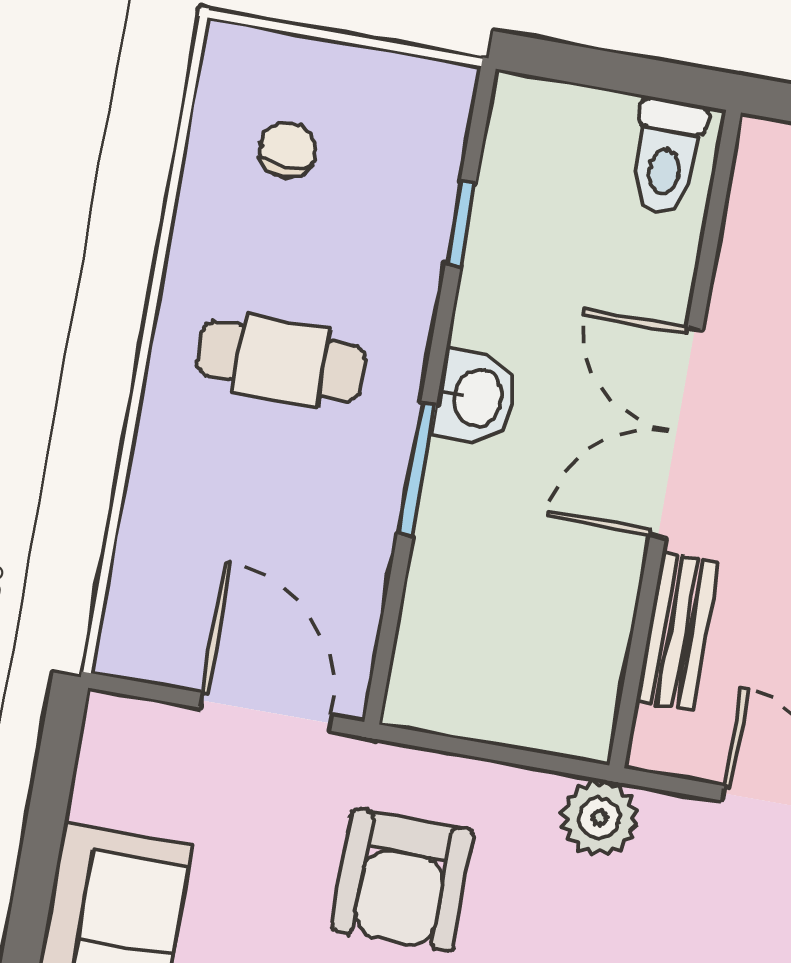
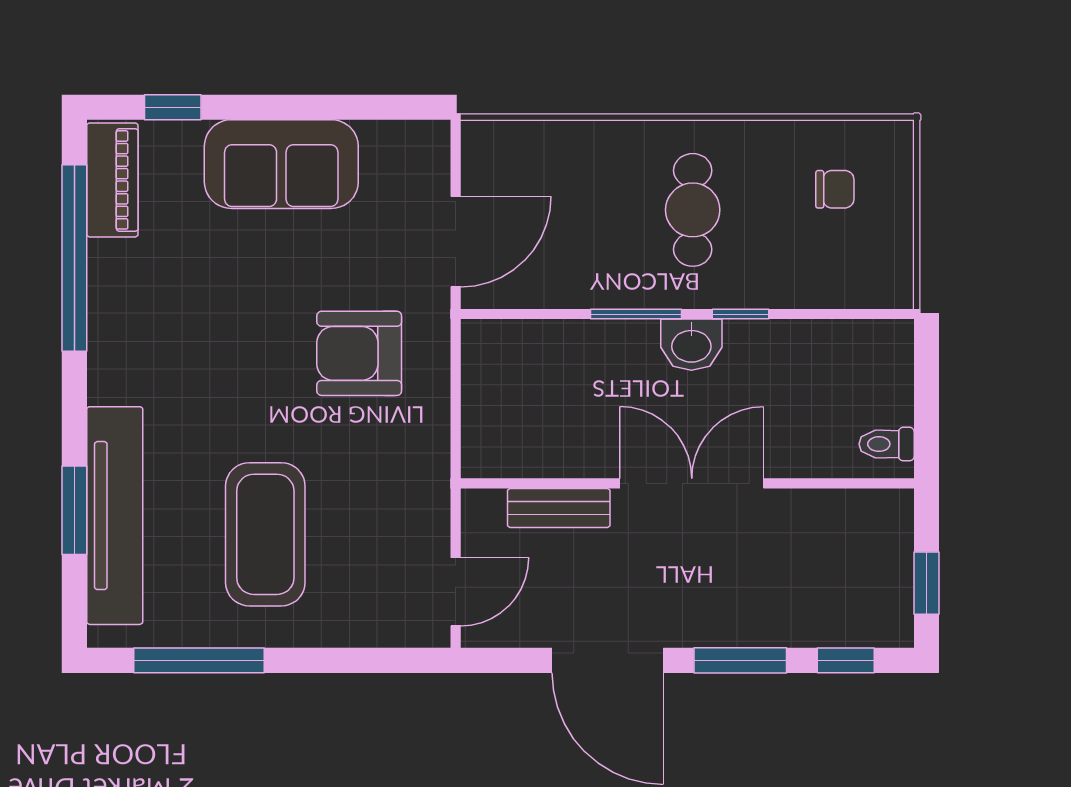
toilet: (667, 156) -> (887, 444), width x0.73, depth x0.72
window: (461, 223) -> (741, 314), moved
plant: (600, 818) -> (424, 478), removed

